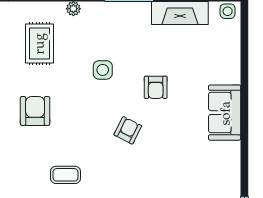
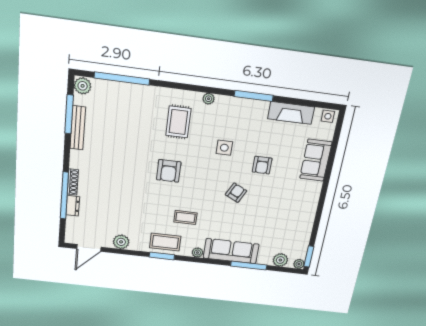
armchair: (35, 111) -> (169, 171), turned 180
sofa: (225, 113) -> (316, 160), moved

